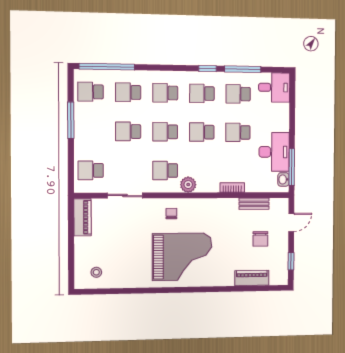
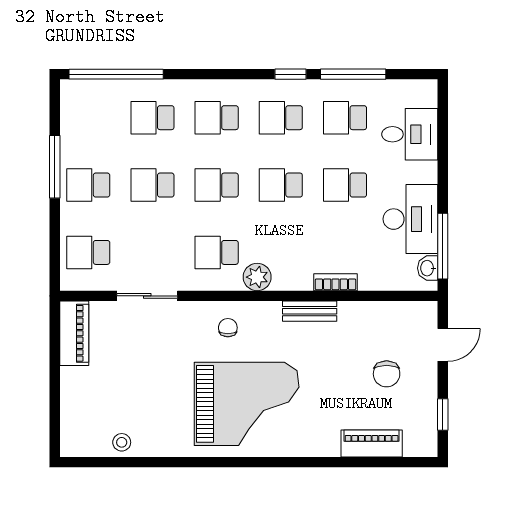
desk: (274, 87) -> (410, 134), moved
school desk: (90, 92) -> (88, 185), moved
bench: (254, 204) -> (310, 311), moved
stool: (96, 272) -> (122, 442), moved

